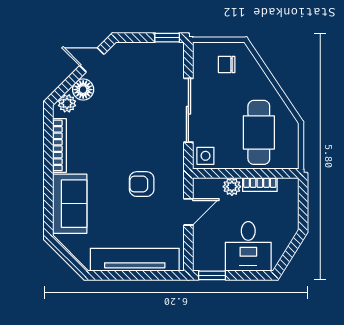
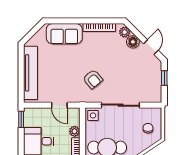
window: (167, 38) -> (164, 78), moved
armchair: (142, 184) -> (93, 79), moved, turned 140

